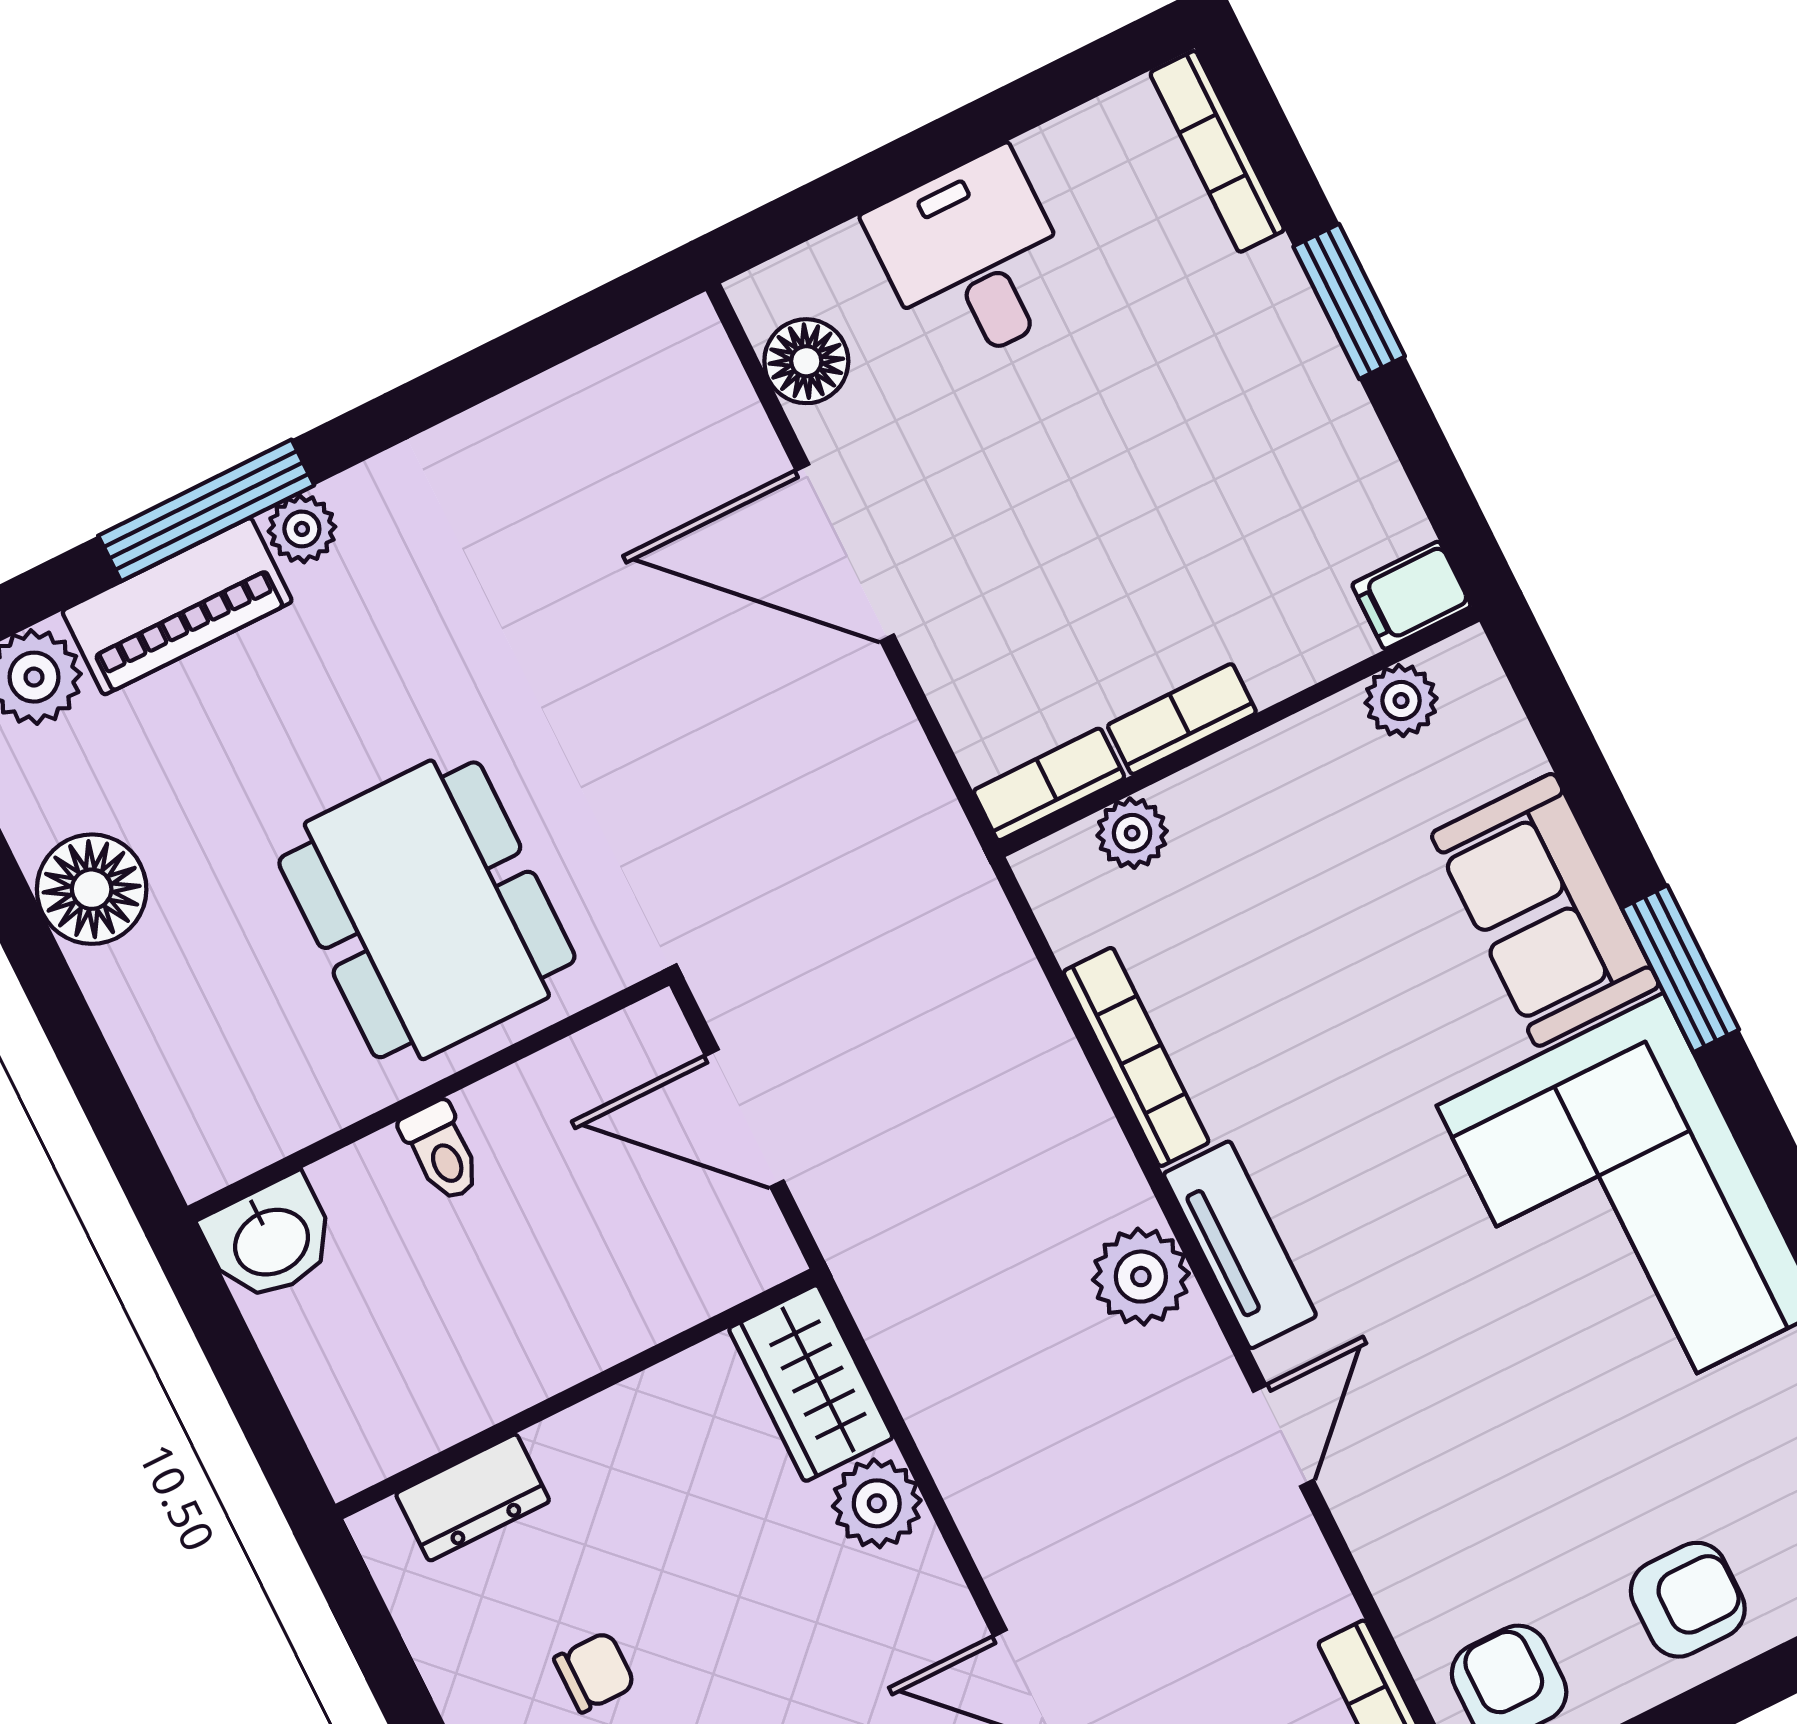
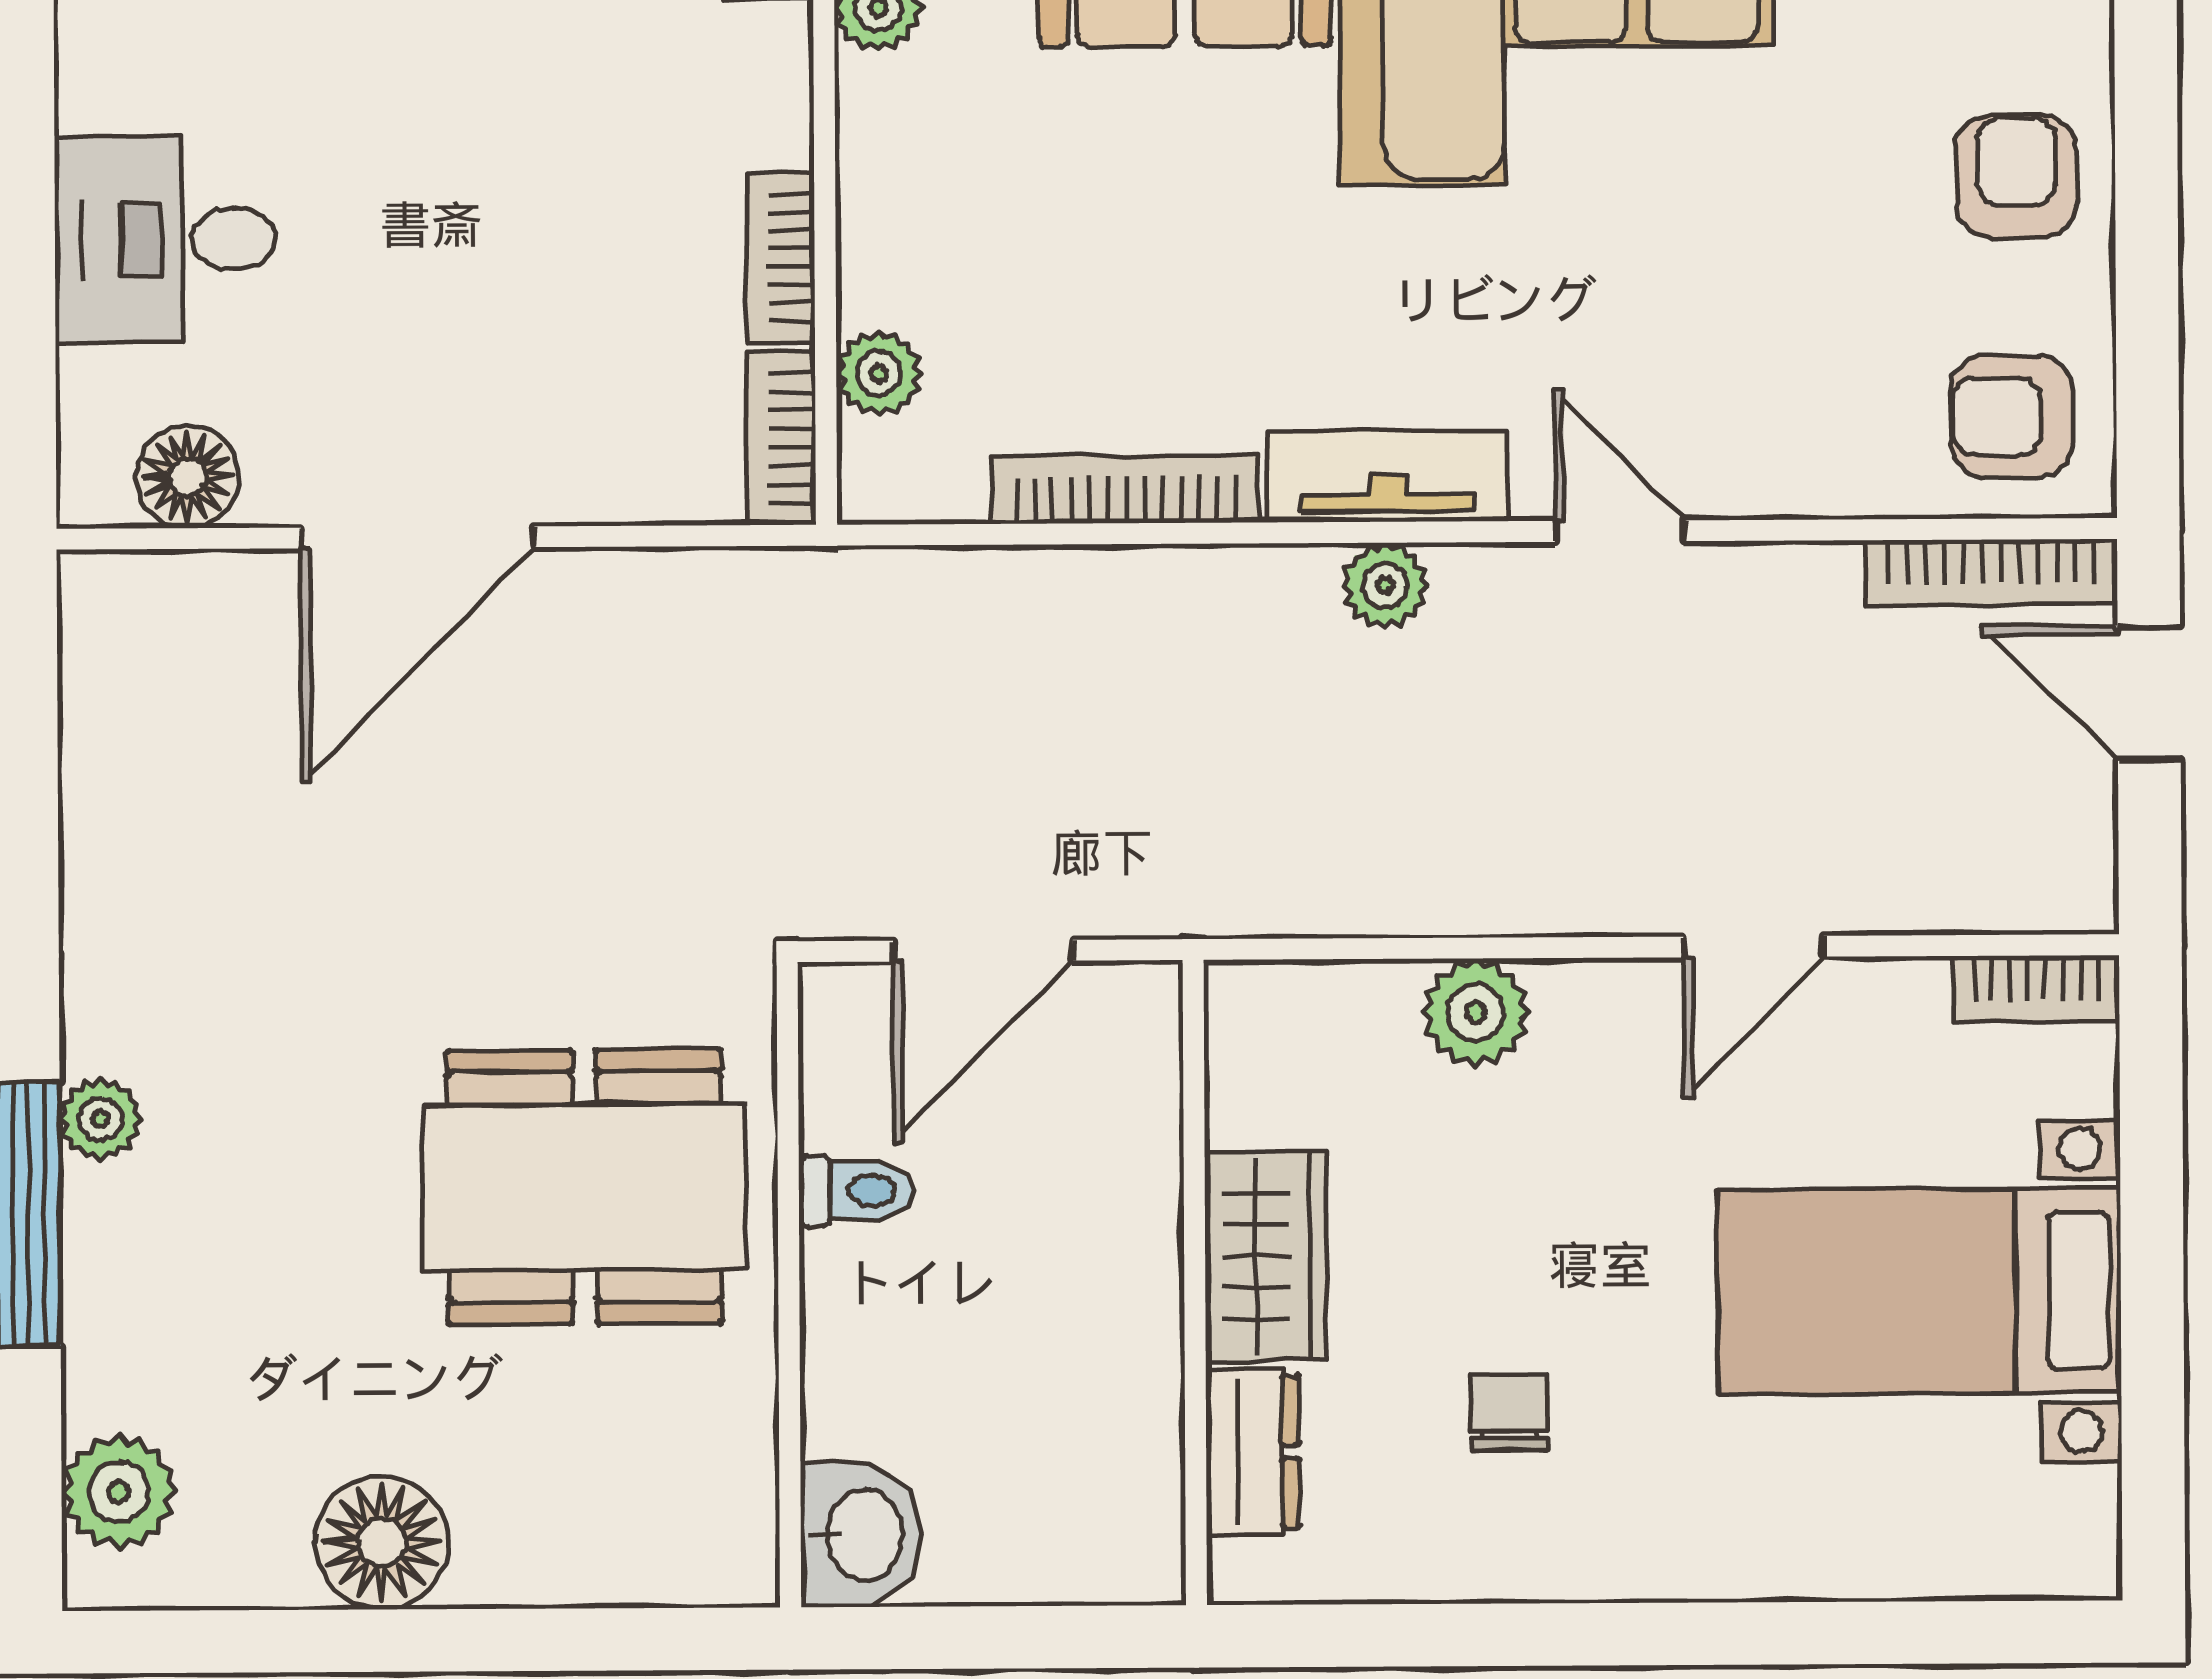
piano: (177, 606) -> (118, 1297), removed
toilet: (441, 1151) -> (856, 1191), moved
plant: (1141, 1277) -> (1385, 585), width x0.73, depth x0.73
wardrobe: (811, 1383) -> (1266, 1256), moved, turned -90

